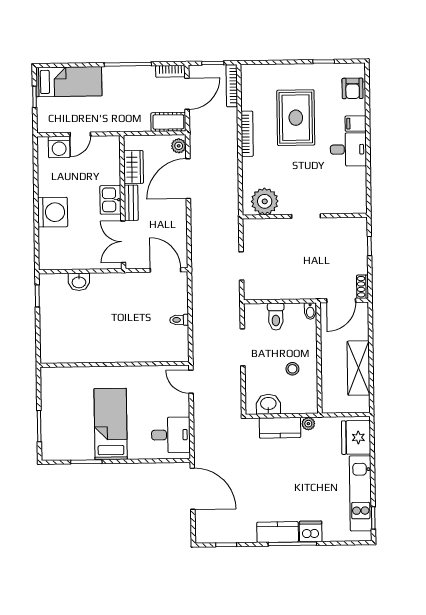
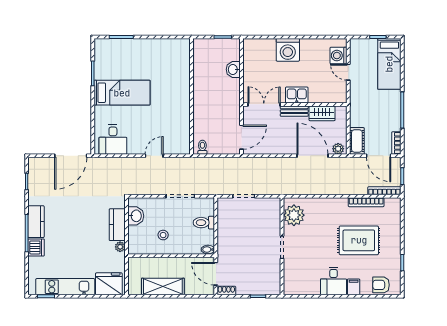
bookcase: (247, 134) -> (366, 202), moved
wall: (115, 364) -> (191, 96), moved

